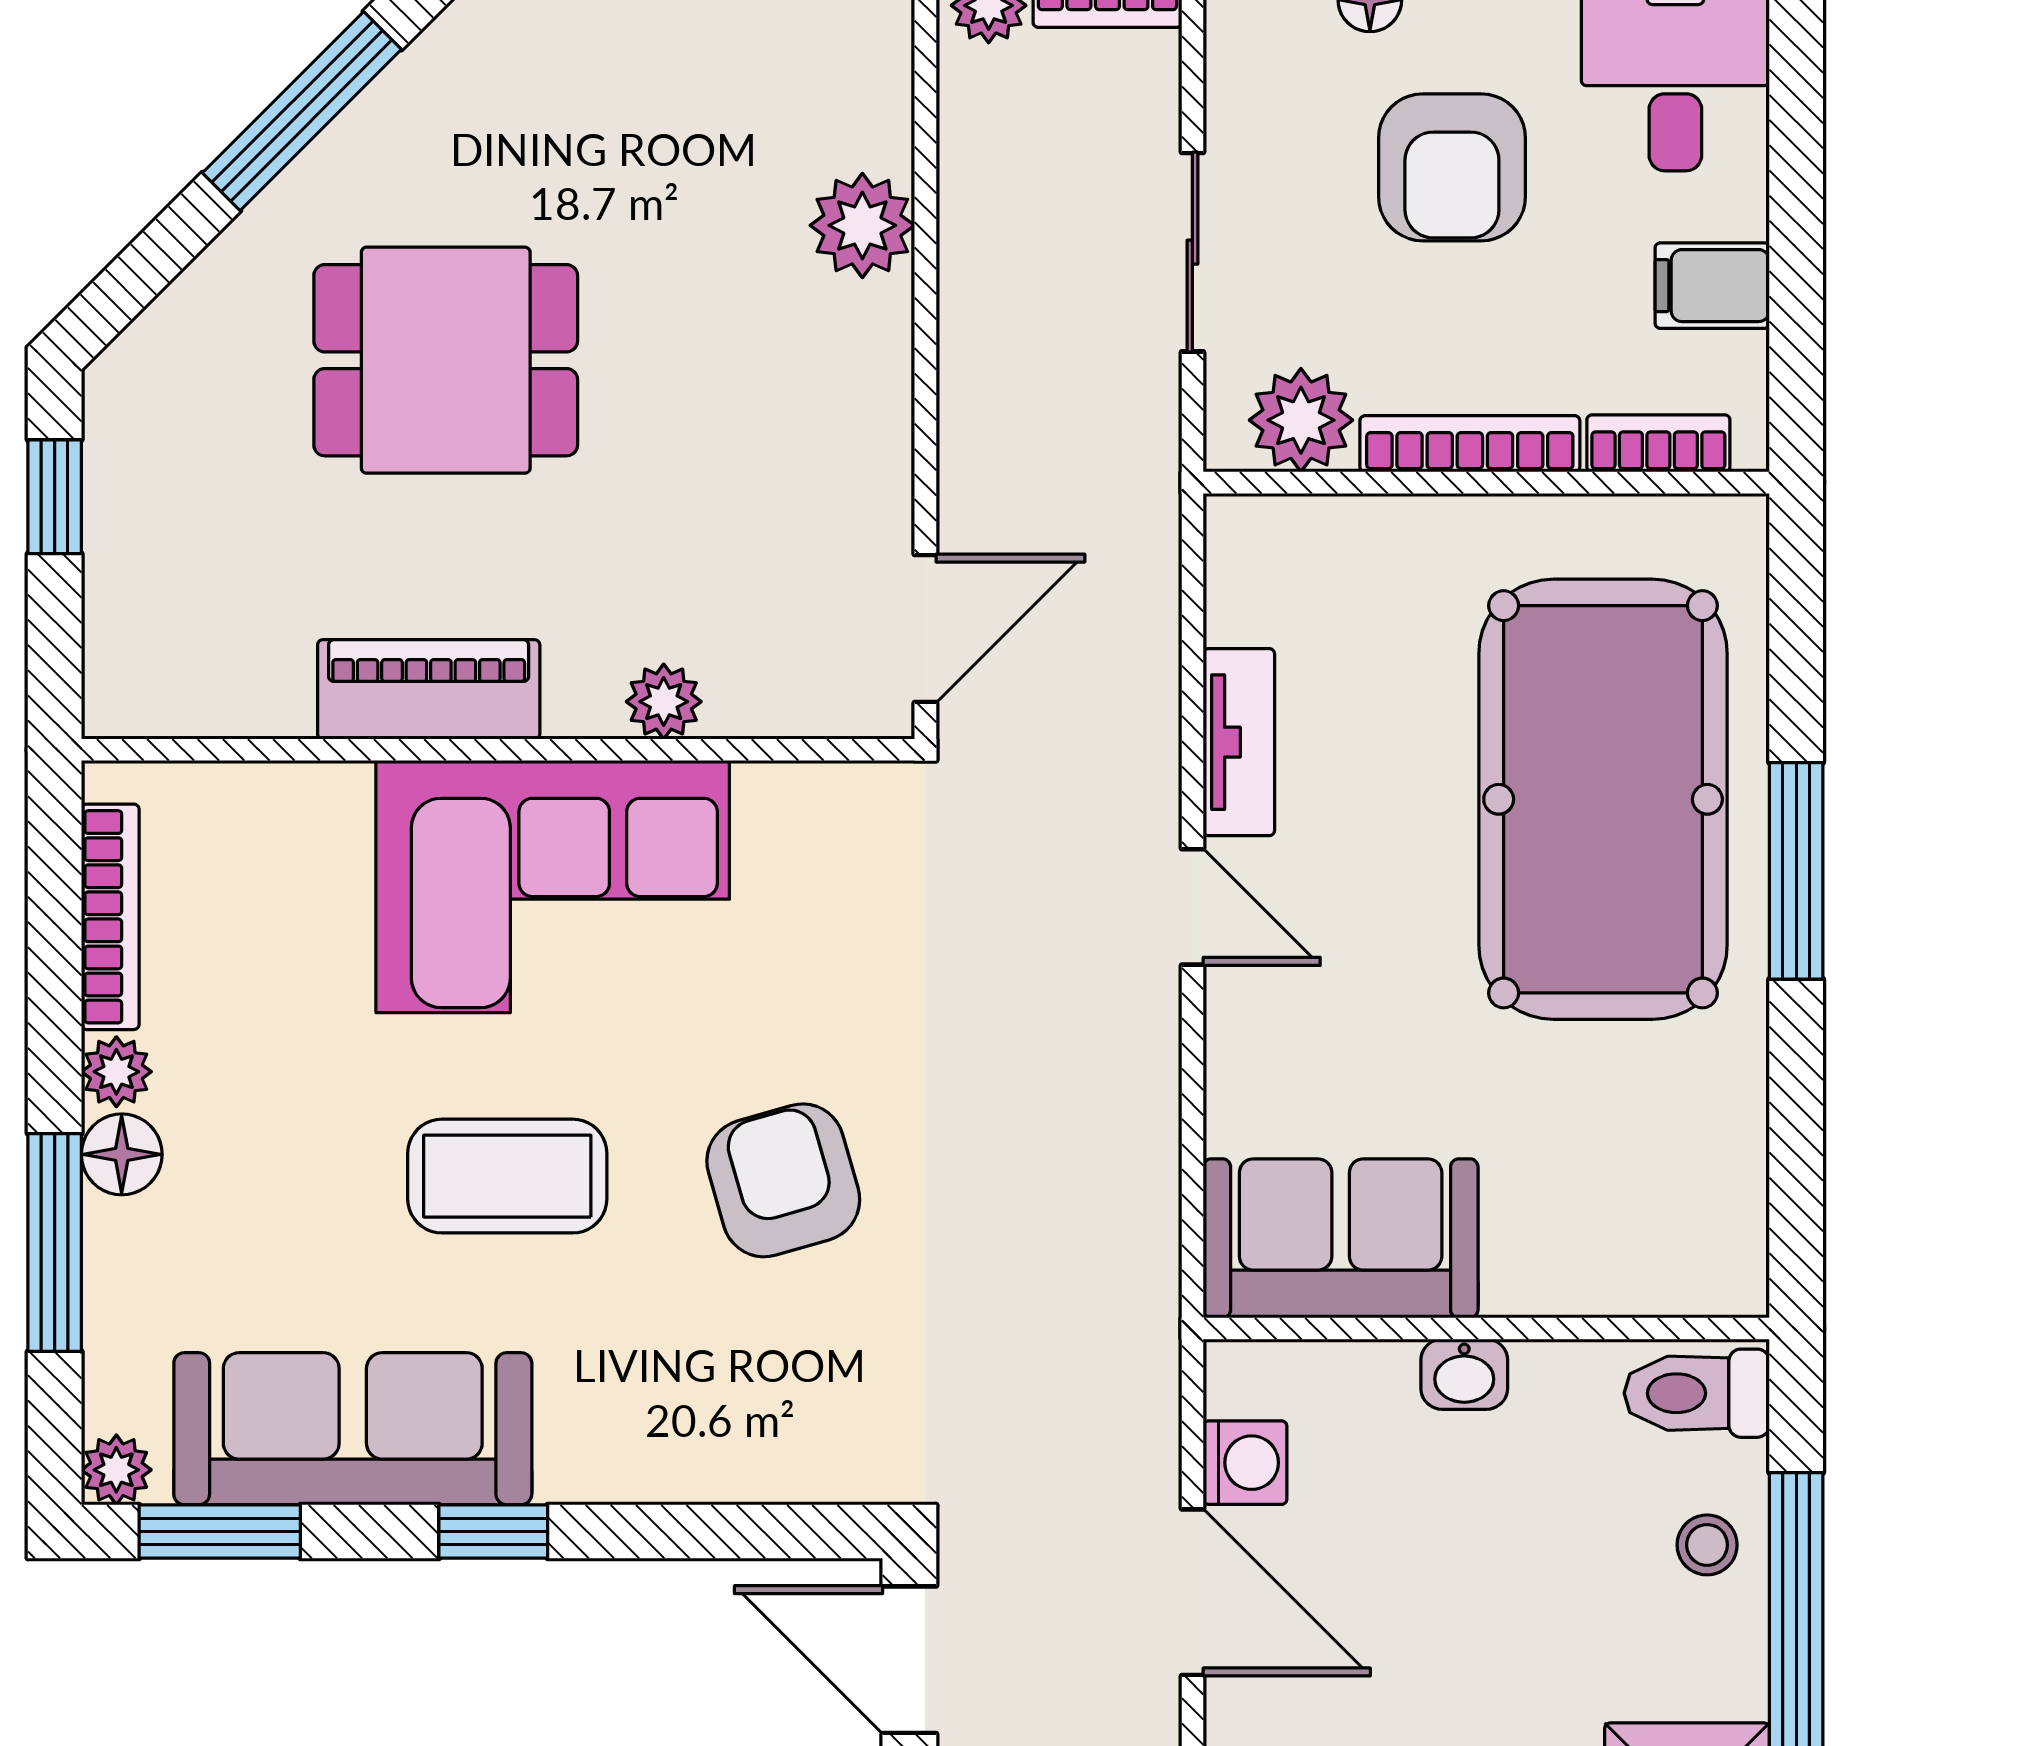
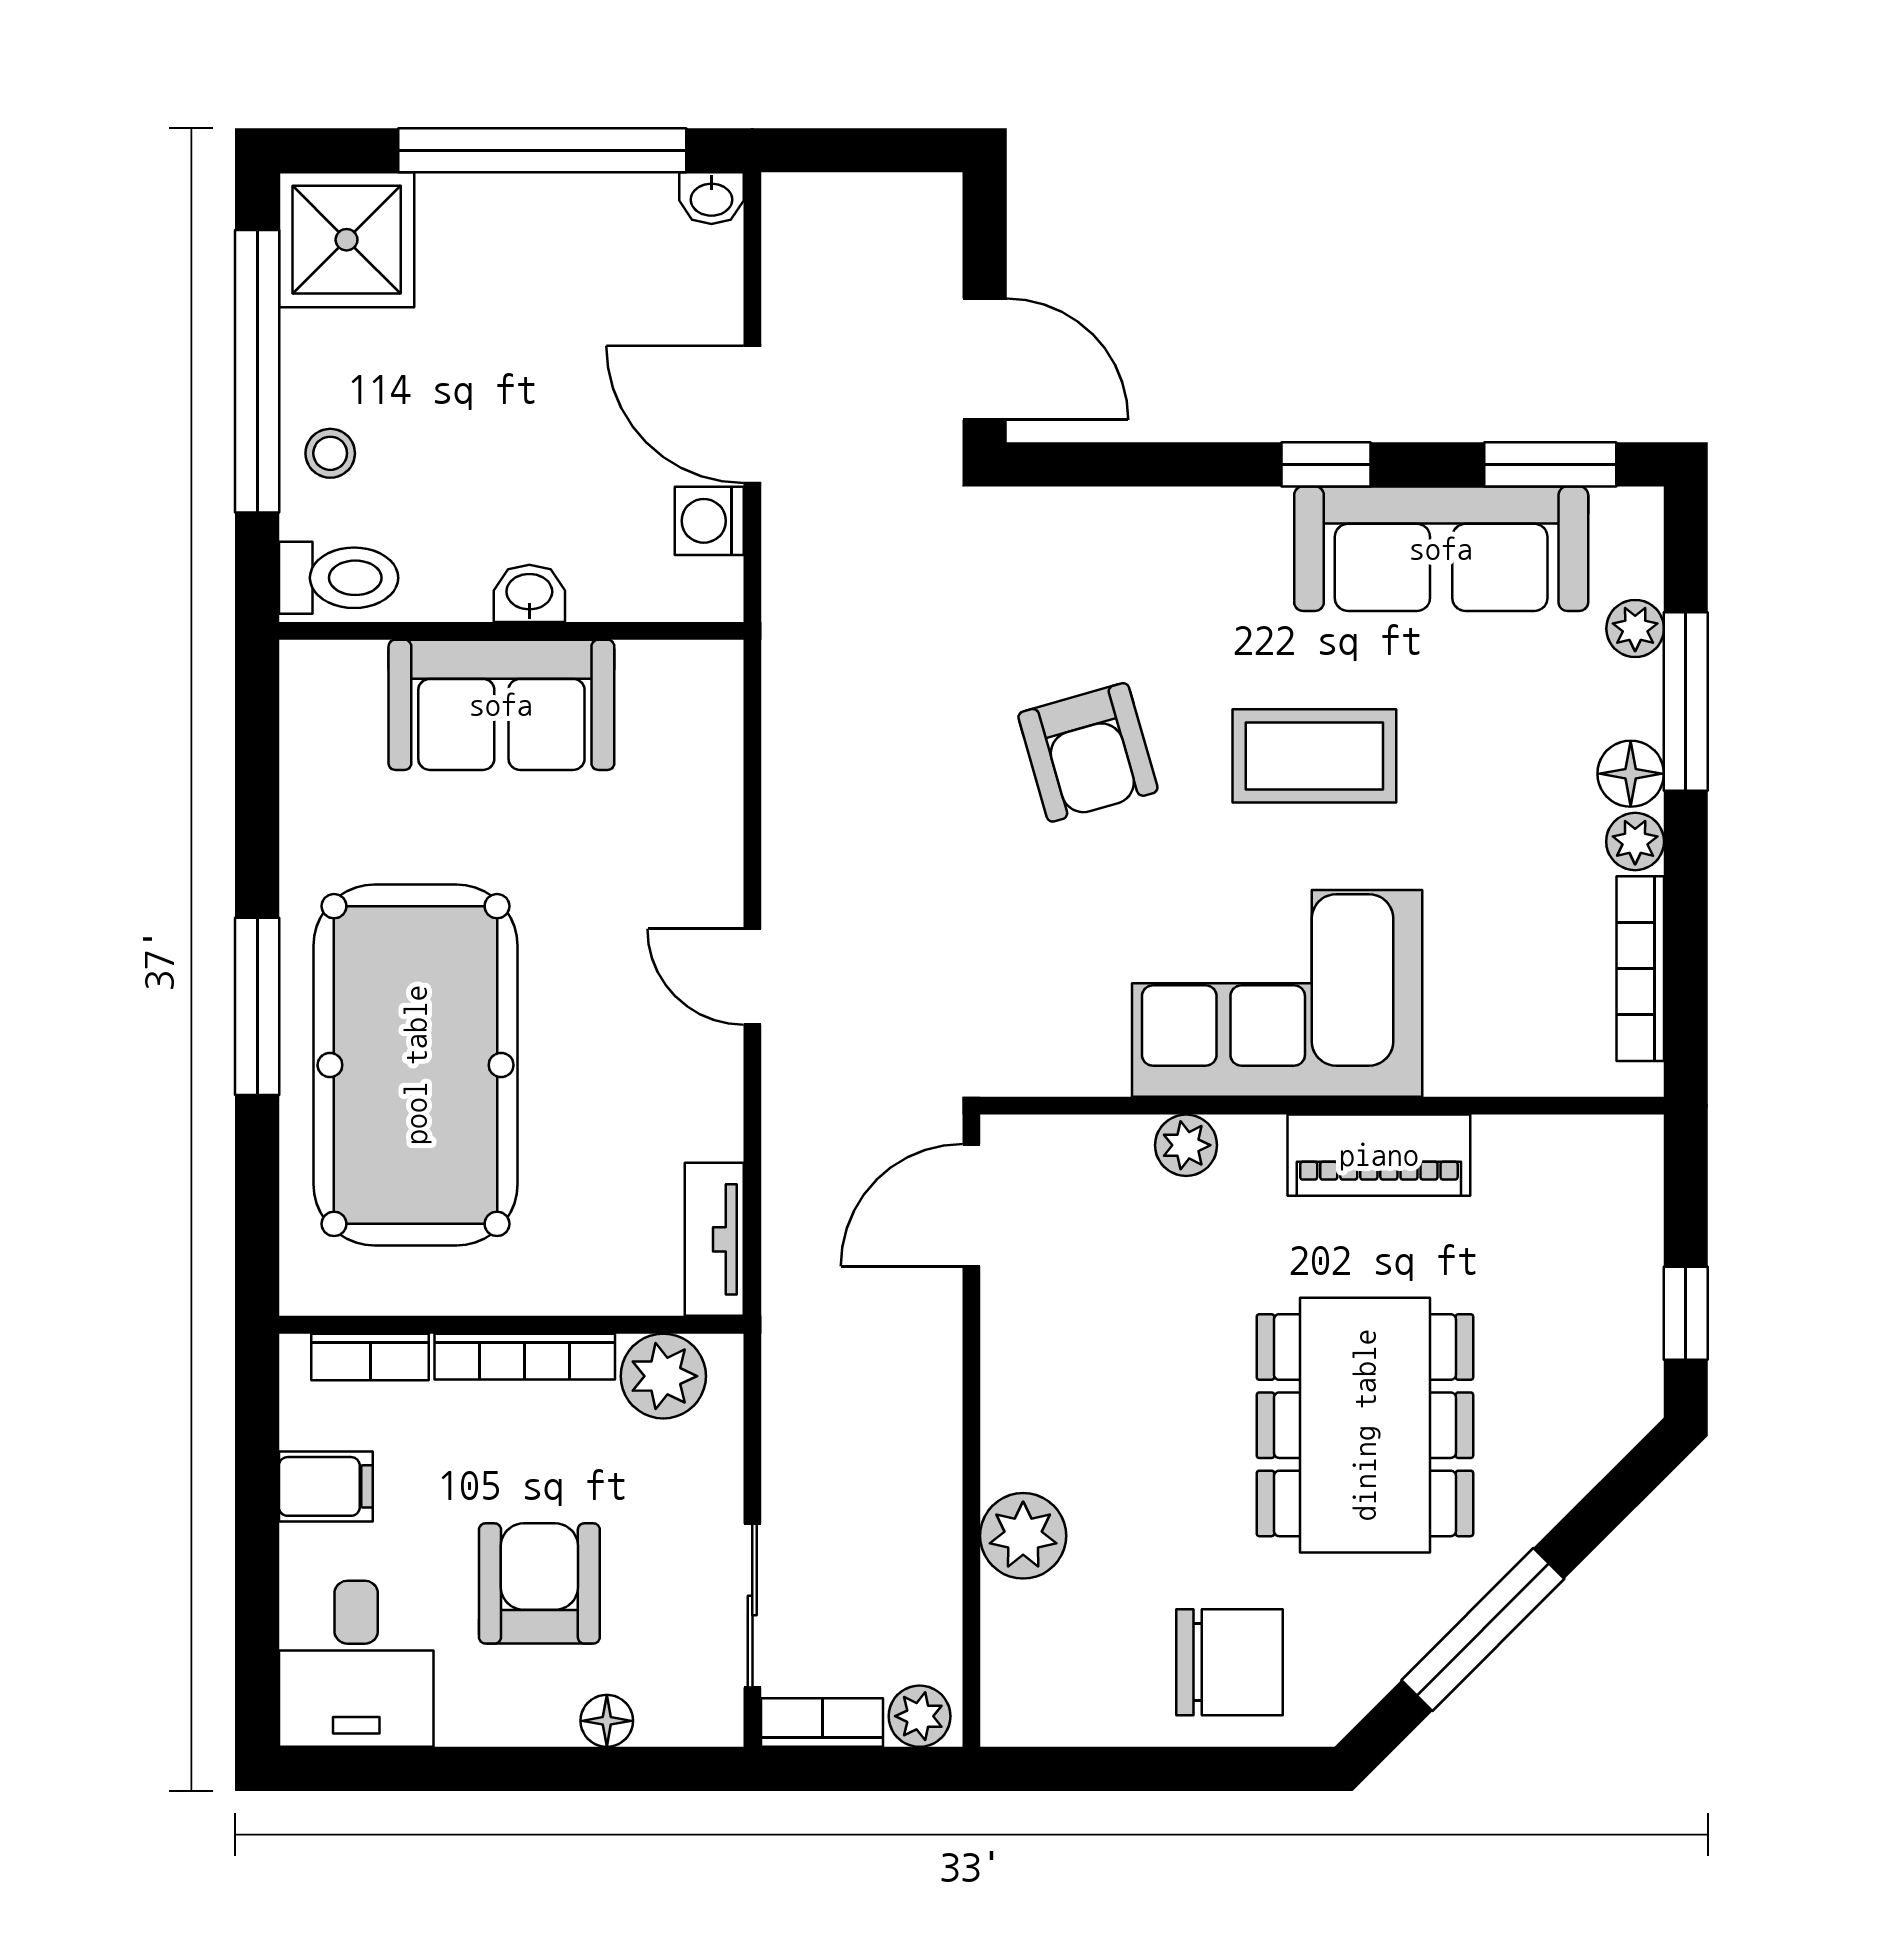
chair: (611, 71) -> (1230, 1662), added
sliding door: (1192, 252) -> (752, 1606), moved
dining table: (446, 360) -> (1365, 1425), width x1.37
tv unit: (1239, 742) -> (714, 1239), moved
sofa: (1341, 1238) -> (501, 705), moved
plant: (116, 1470) -> (1635, 629), moved

